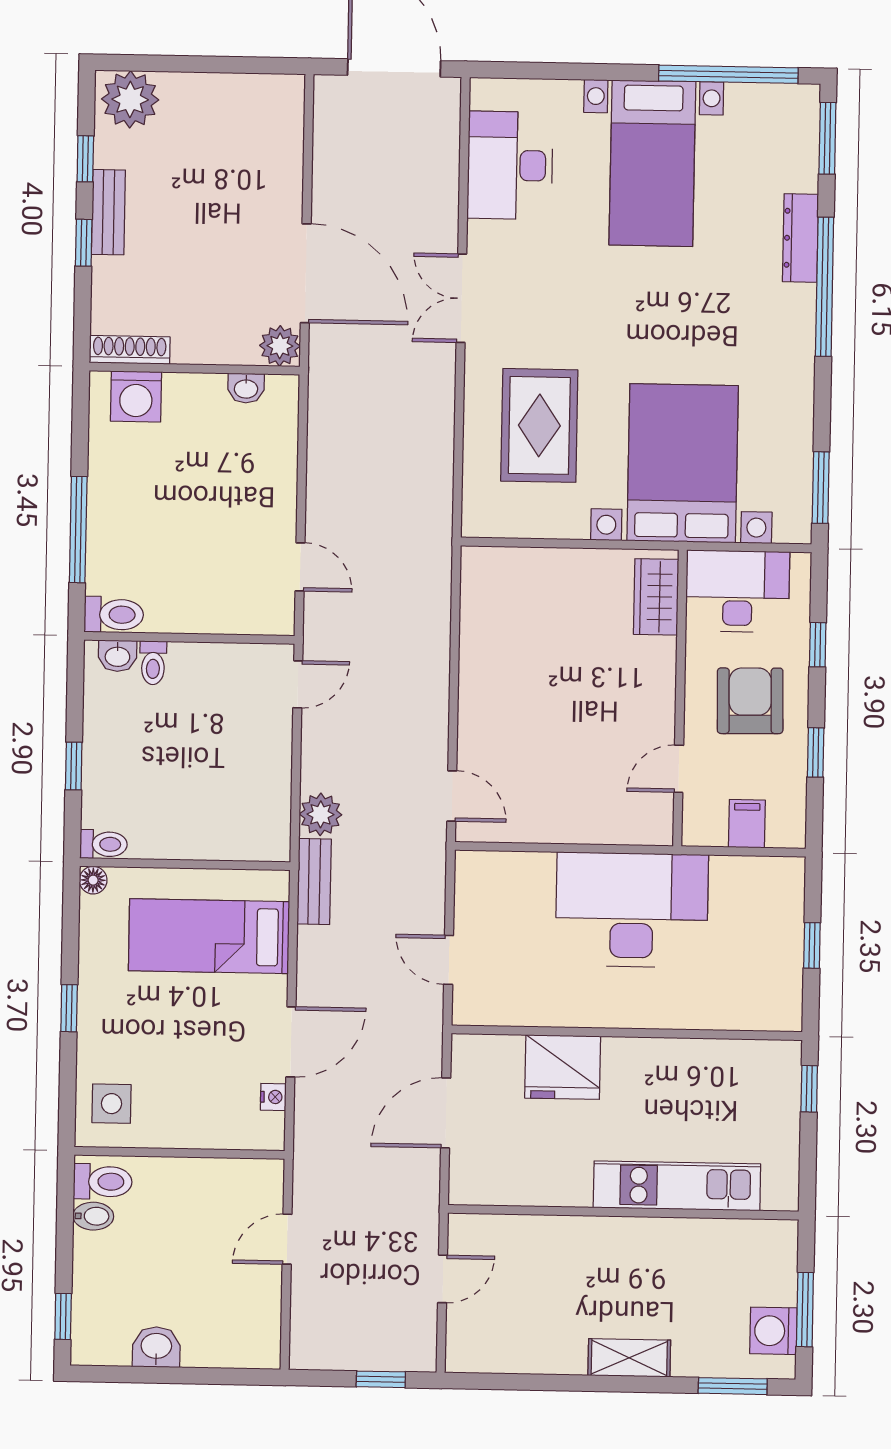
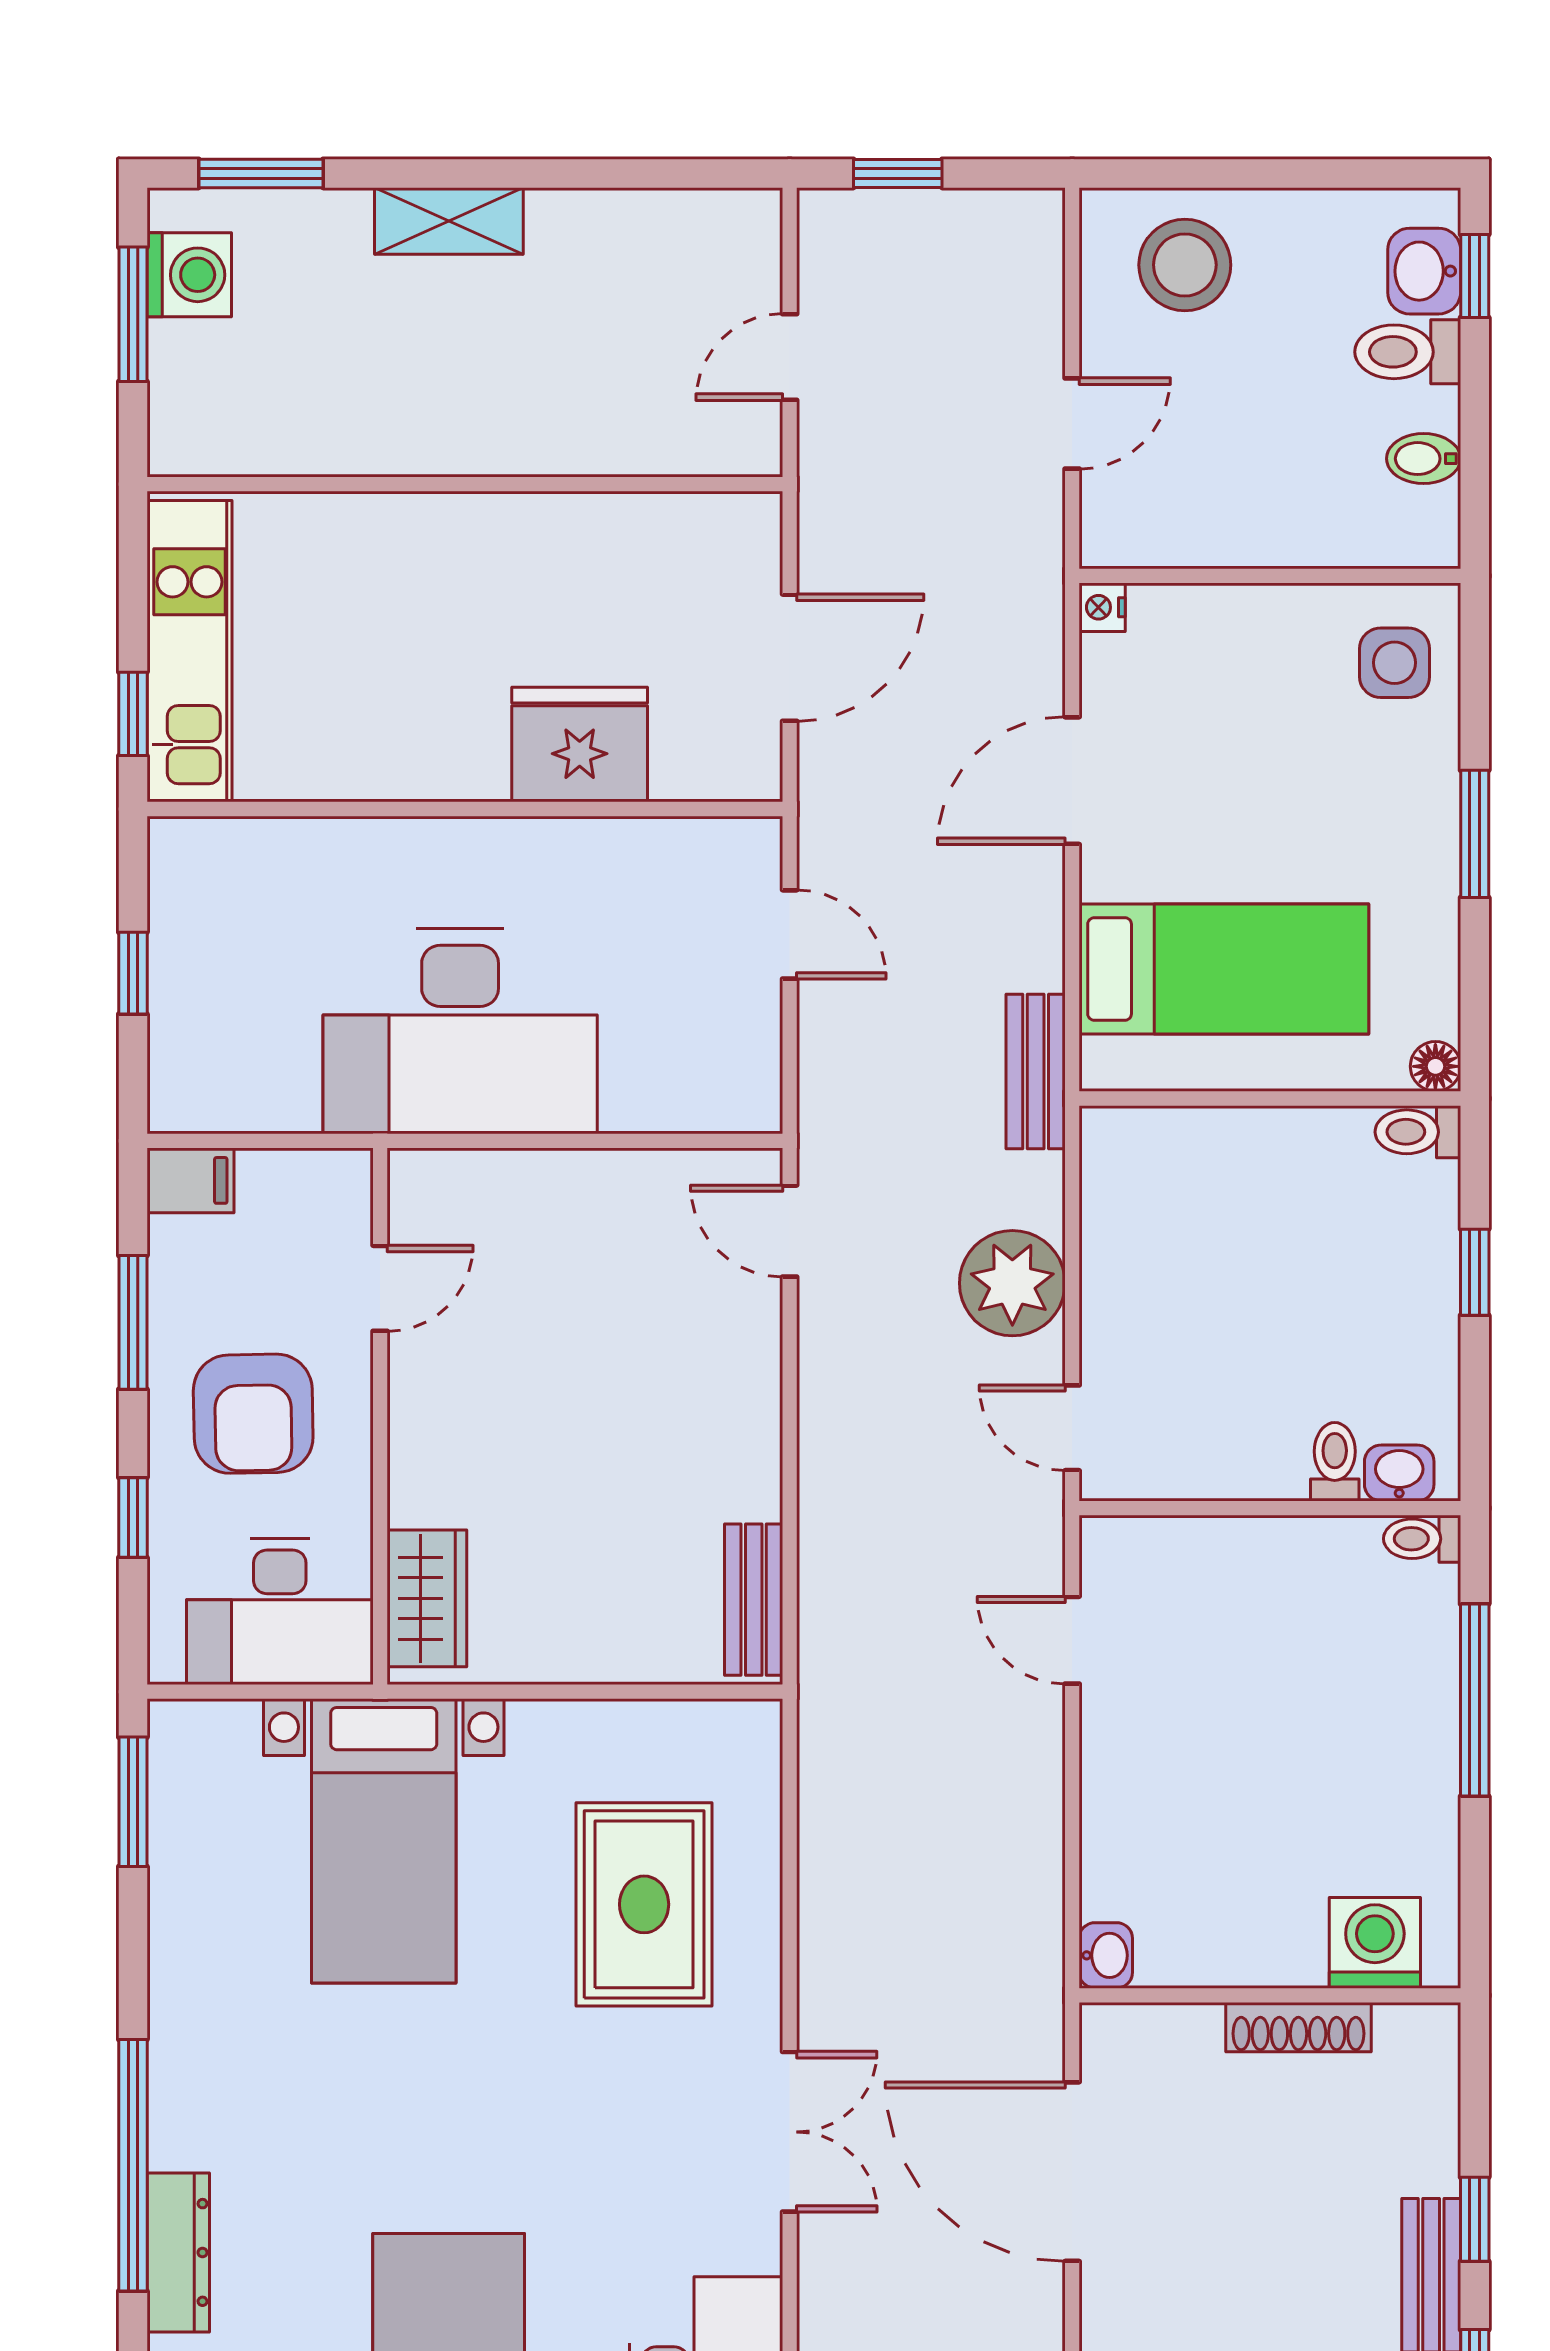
plant: (280, 346) -> (1116, 2039), removed
shoe rack: (130, 350) -> (1298, 2027), moved
washbasin: (246, 388) -> (1106, 1955), moved, turned 90
bed with nightstands: (683, 463) -> (384, 1841), width x0.73
bench: (476, 593) -> (754, 1600), added
toilet: (114, 615) -> (1422, 1539), width x0.73, depth x0.72
door: (298, 684) -> (1072, 1428), hinge flipped
window: (816, 752) -> (133, 1322), width x1.50
plant: (321, 814) -> (1012, 1283), moved, width x1.36, depth x1.36
filing cabinet: (747, 824) -> (190, 1180), moved, turned -90
window: (69, 1008) -> (1475, 834), width x1.50
nightstand: (273, 1097) -> (1102, 607), moved
toilet: (103, 1182) -> (1408, 352), moved
kitchen unit: (677, 1186) -> (190, 651), moved, turned -90
stool: (223, 1326) -> (1185, 265), added
washbasin: (156, 1347) -> (1424, 271), moved, turned 90

